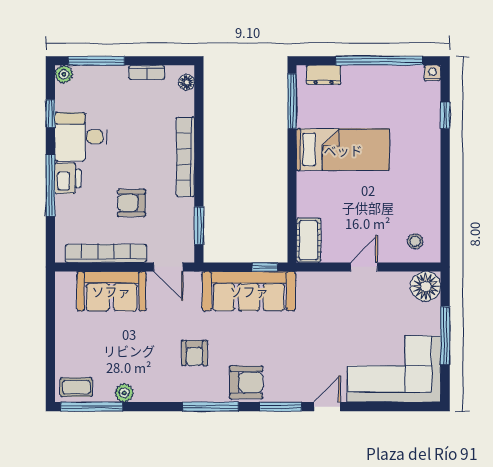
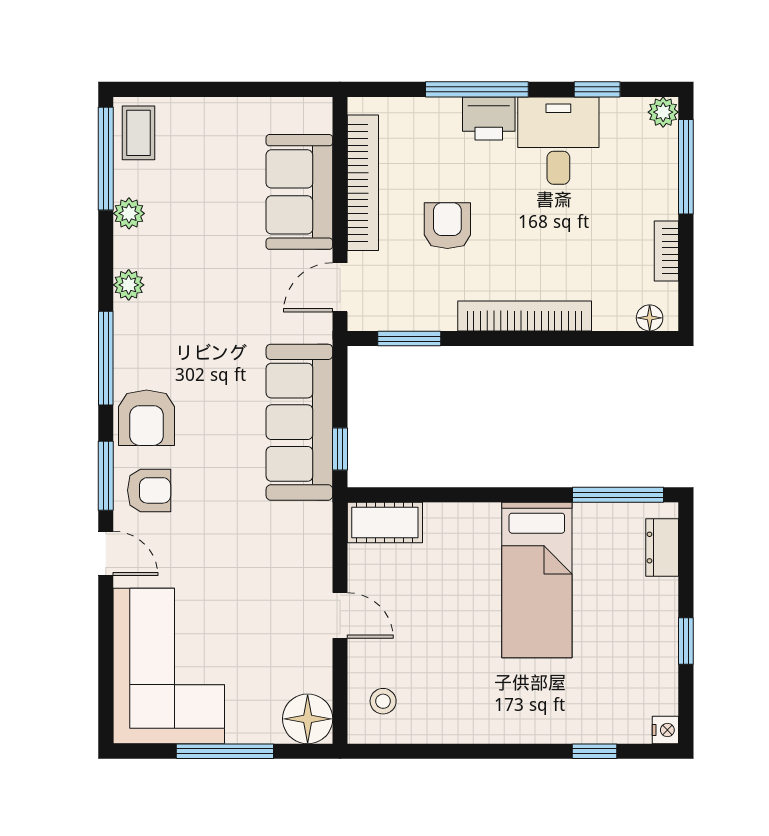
window: (379, 61) -> (686, 641), width x0.32
armchair: (195, 353) -> (149, 490), moved, turned 180
plant: (167, 393) -> (129, 285), added

